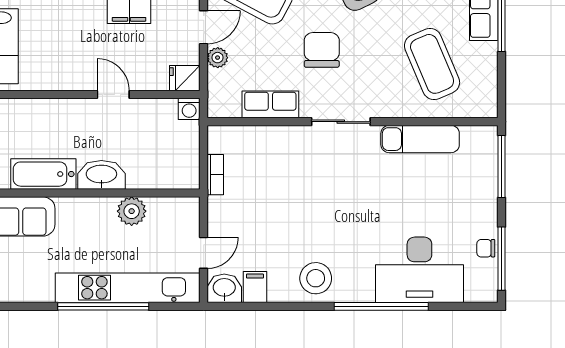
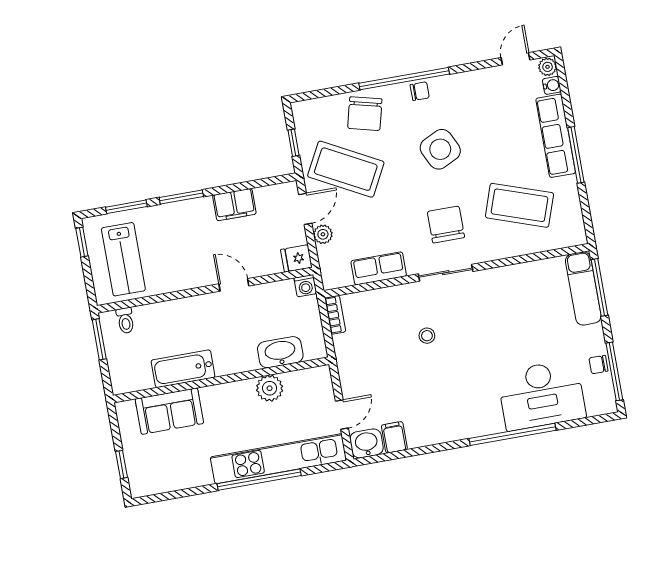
chair: (322, 50) -> (446, 225), moved
coffee table: (432, 64) -> (519, 205), turned -48
exam couch: (420, 139) -> (583, 288), moved, turned 90
washbasin: (101, 175) -> (280, 352), moved
bookcase: (215, 175) -> (335, 315), moved
stool: (316, 278) -> (427, 336), moved, width x0.53, depth x0.53

